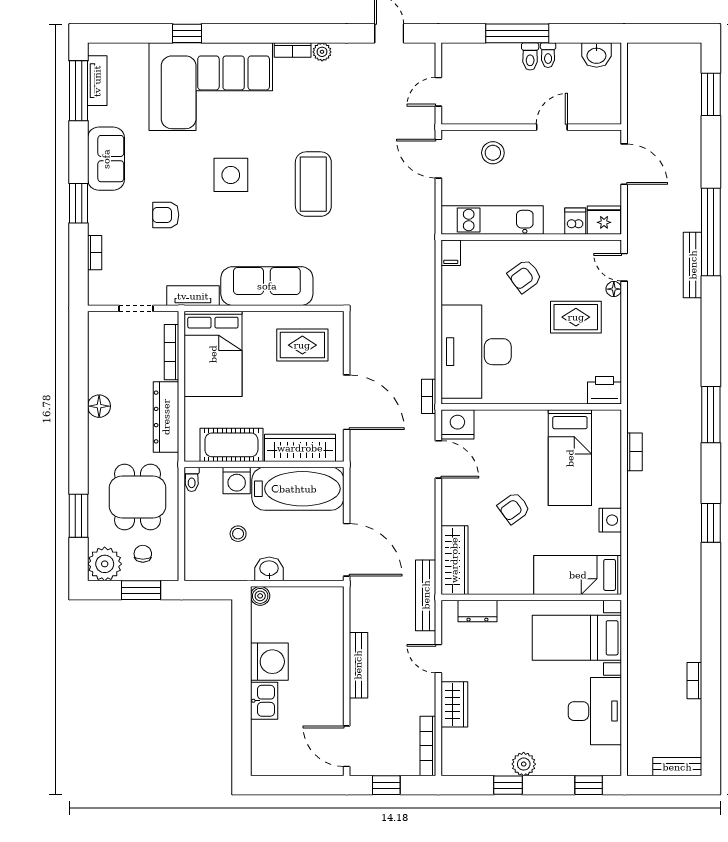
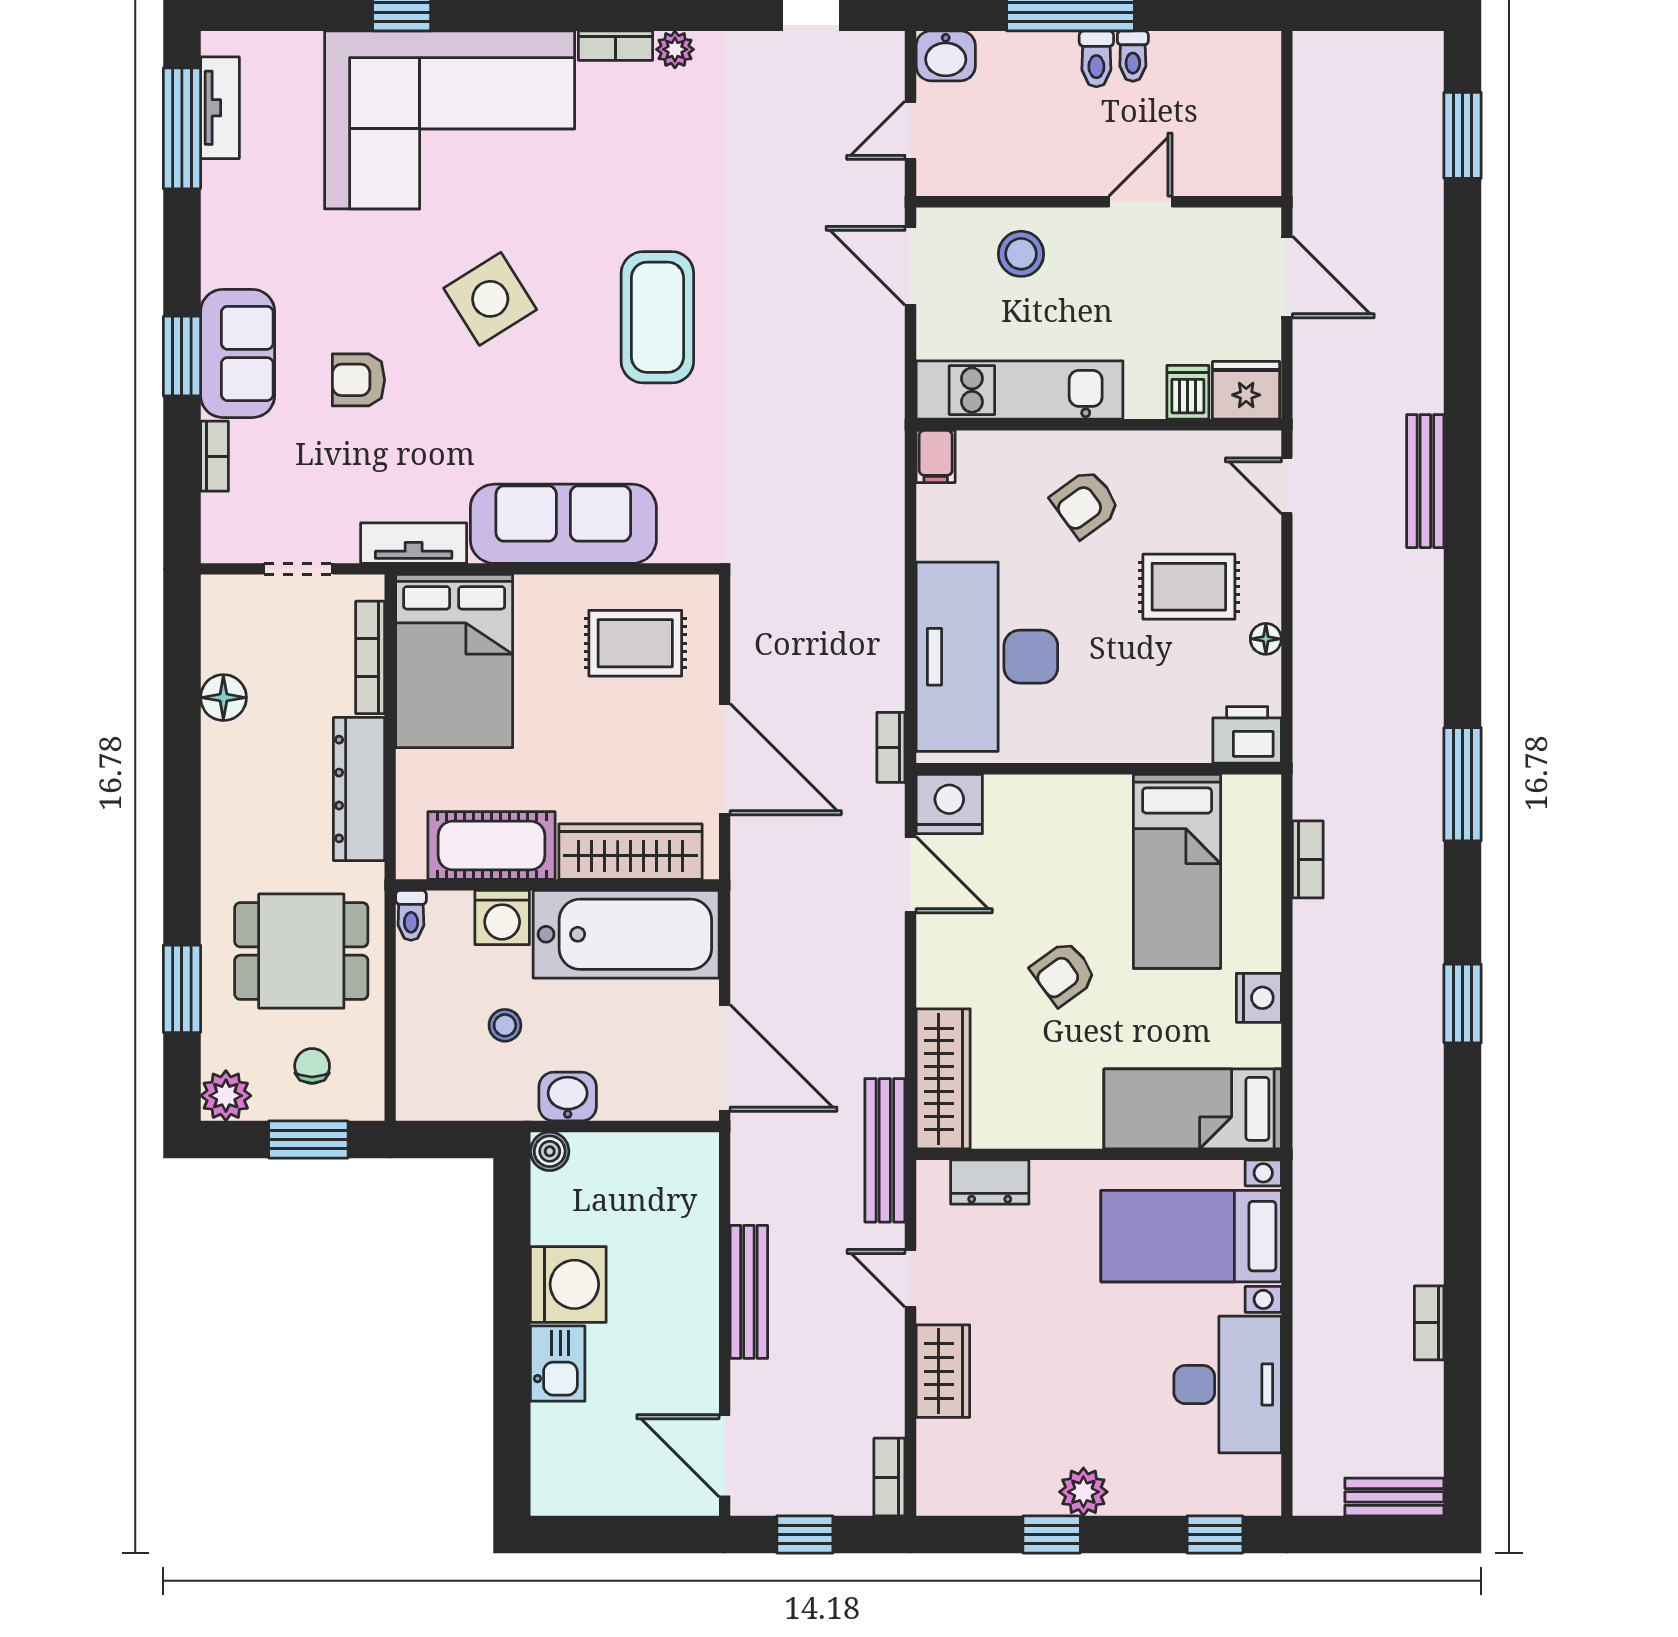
washbasin: (596, 55) -> (946, 56), moved
sofa: (106, 159) -> (238, 353), moved
side table: (231, 175) -> (490, 299), turned -32
window: (711, 232) -> (1463, 414), removed
floor lamp: (614, 289) -> (1266, 639), moved
floor lamp: (99, 406) -> (223, 698), moved
dining table: (137, 497) -> (301, 951), turned 90
plant: (105, 564) -> (226, 1096), width x0.73, depth x0.73
bookcase: (428, 746) -> (889, 1477), width x0.64

